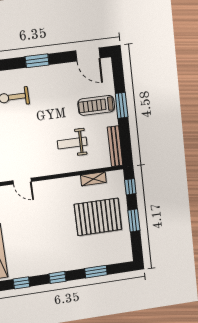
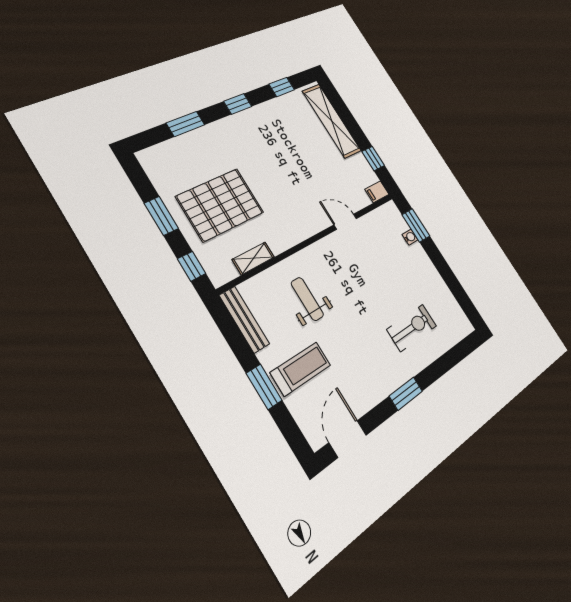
door: (88, 54) -> (348, 439), hinge flipped
weight bench: (72, 143) -> (307, 299), turned -90

